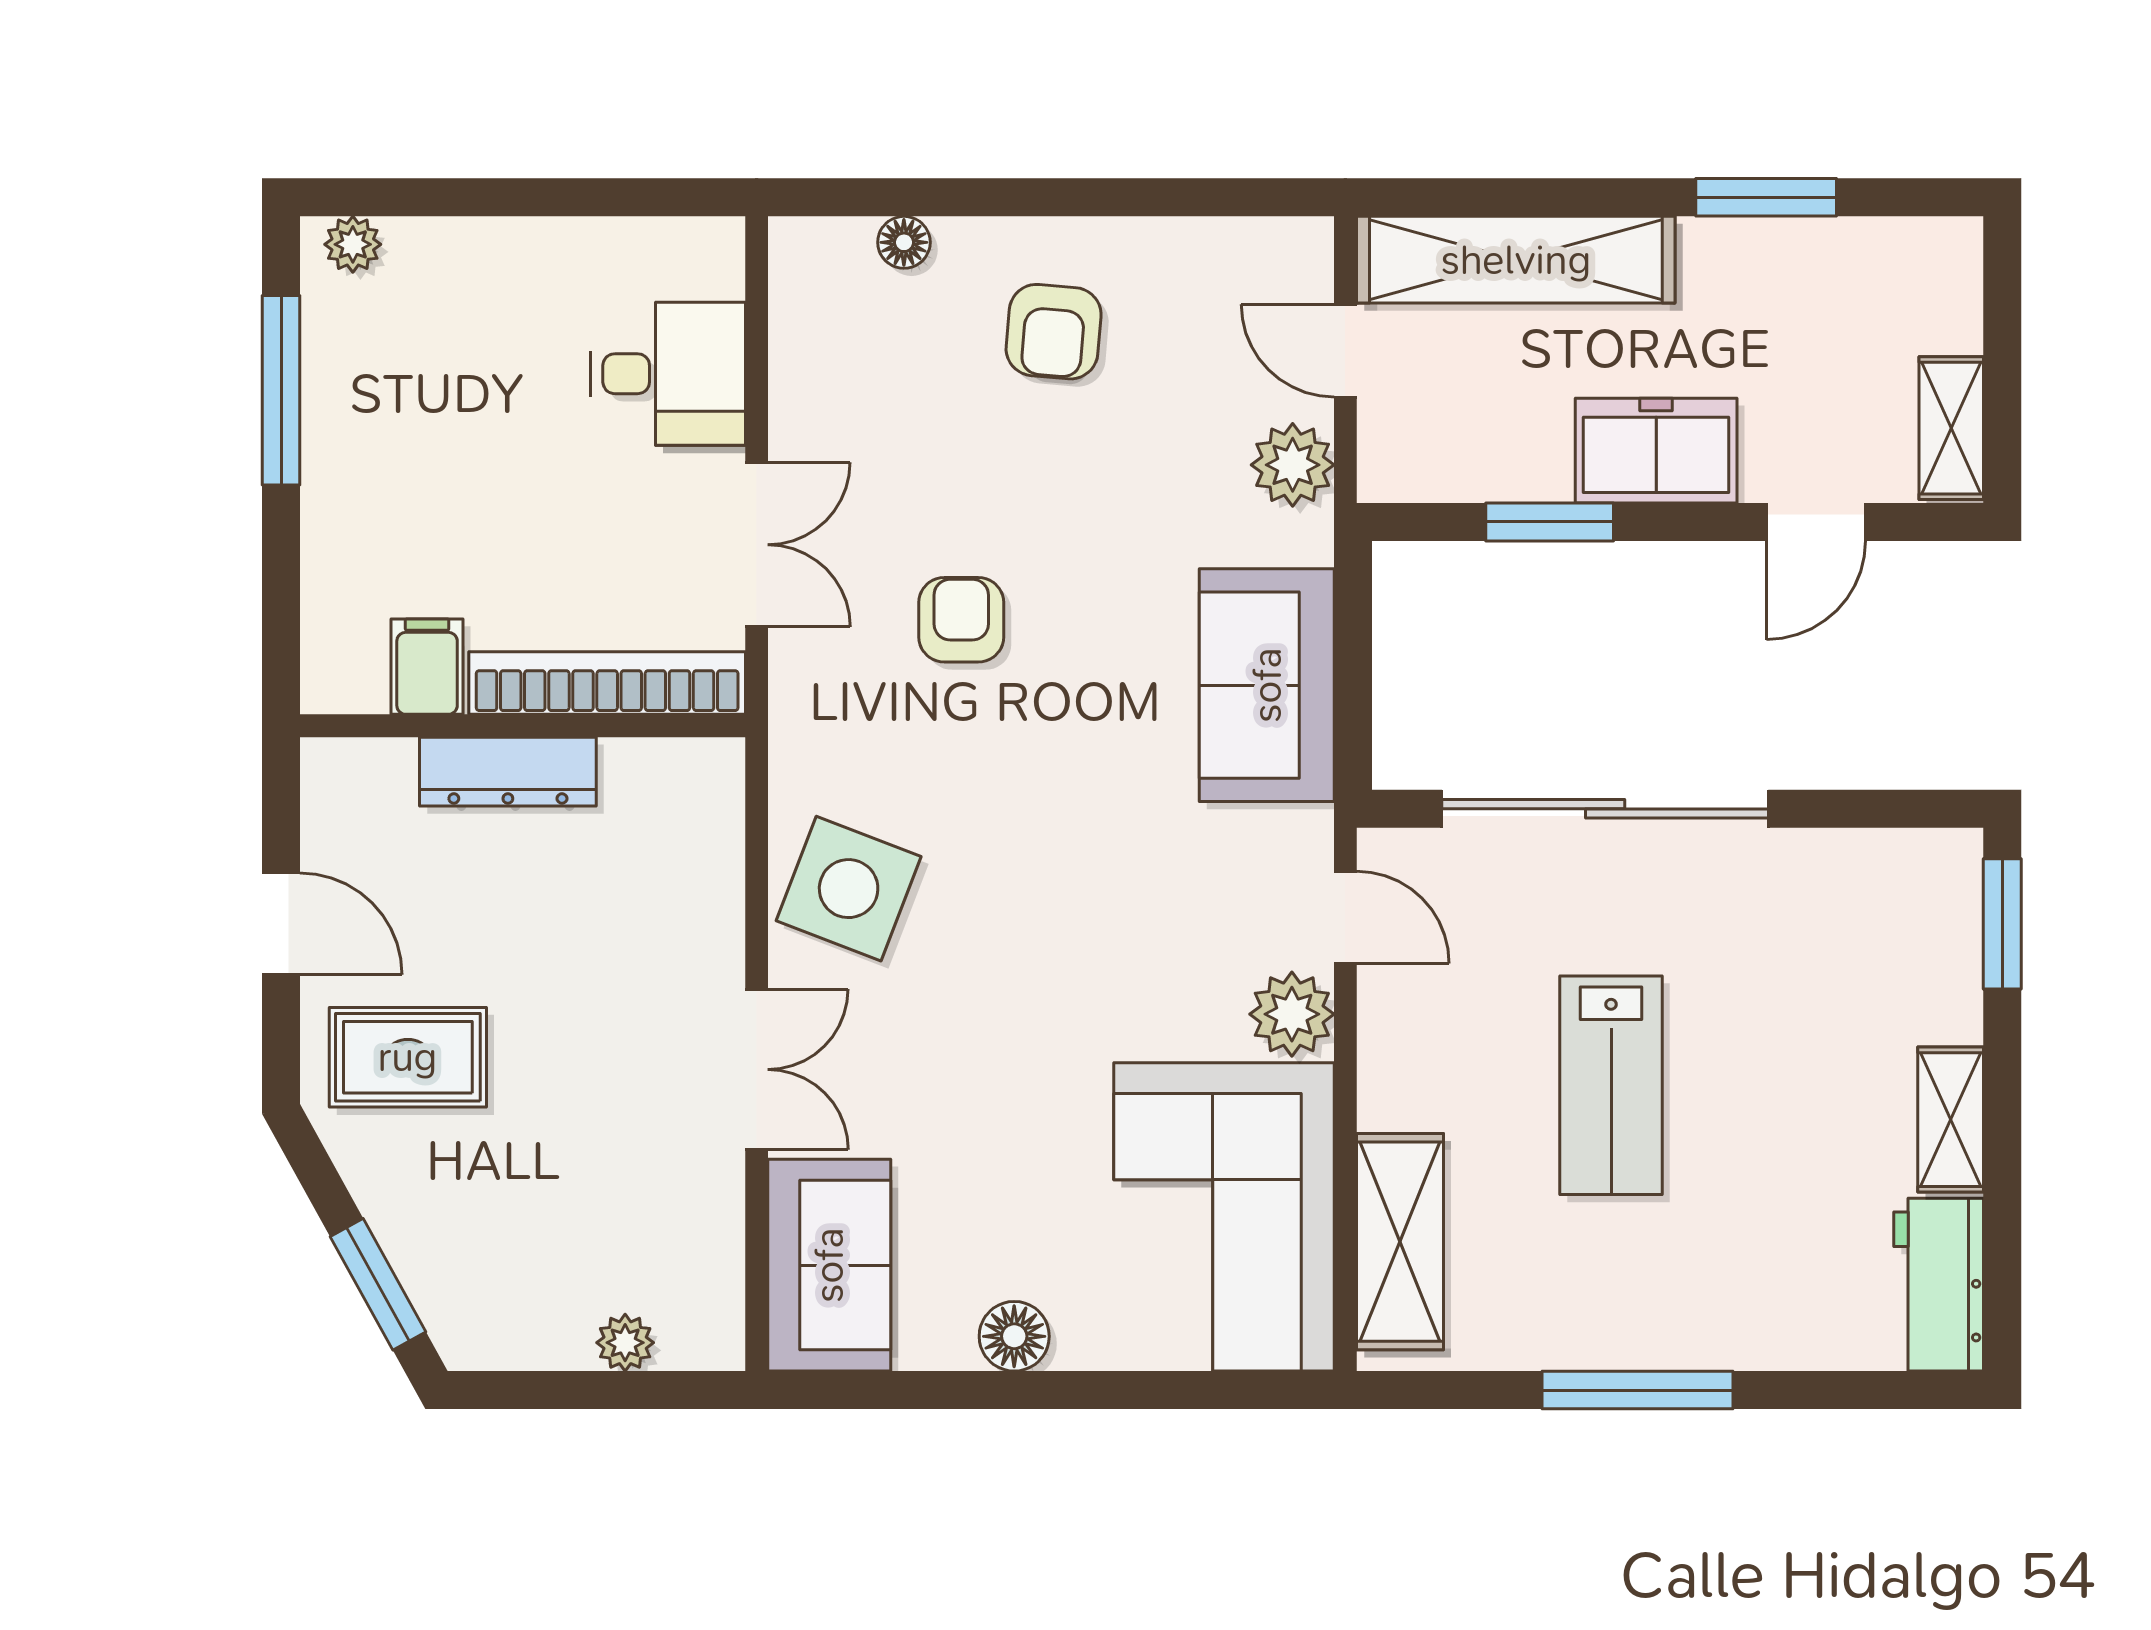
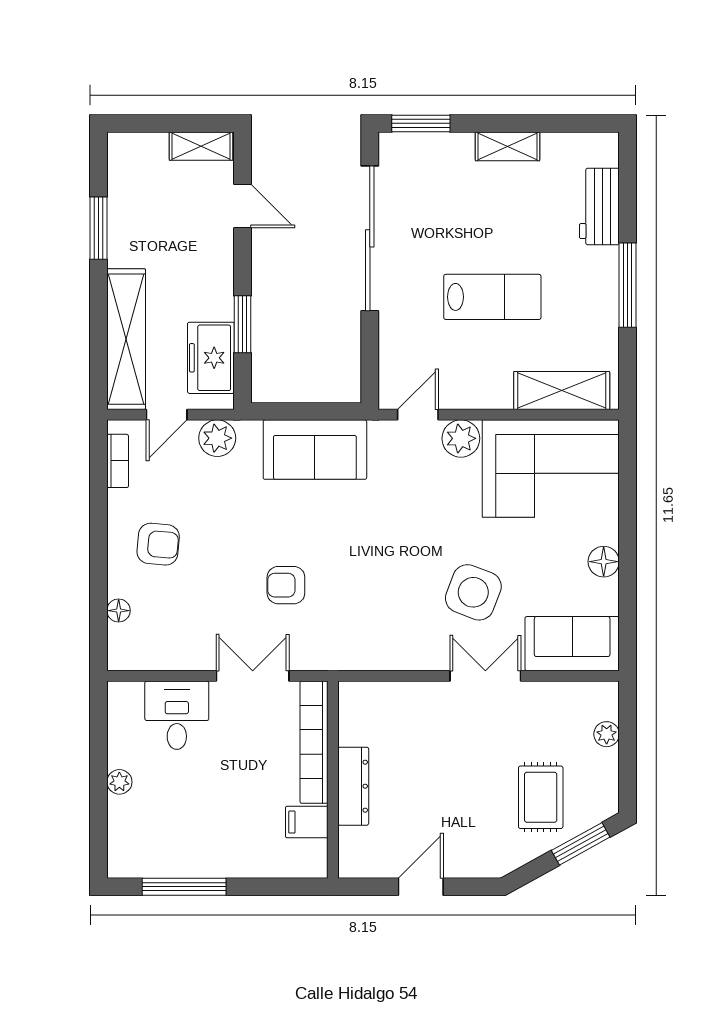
bookcase: (1241, 240) -> (118, 461), added
plant: (353, 244) -> (119, 782), moved
freezer: (1656, 451) -> (211, 358), moved
sliding door: (1605, 809) -> (370, 238), moved
side table: (849, 889) -> (473, 592), moved
rug: (408, 1057) -> (541, 797), moved
workbench: (1939, 1285) -> (599, 206), moved, turned 90

